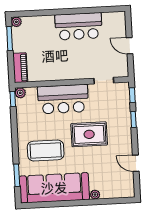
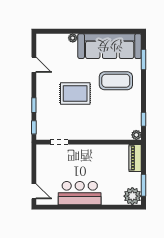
plant: (16, 22) -> (132, 196), width x1.88, depth x1.88
door: (130, 46) -> (34, 191), moved
window: (13, 99) -> (143, 119), moved
bar counter: (63, 99) -> (97, 127), removed

